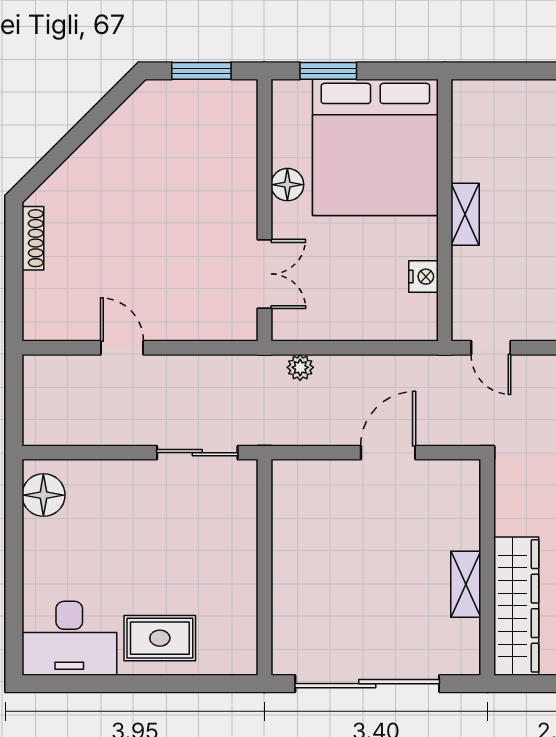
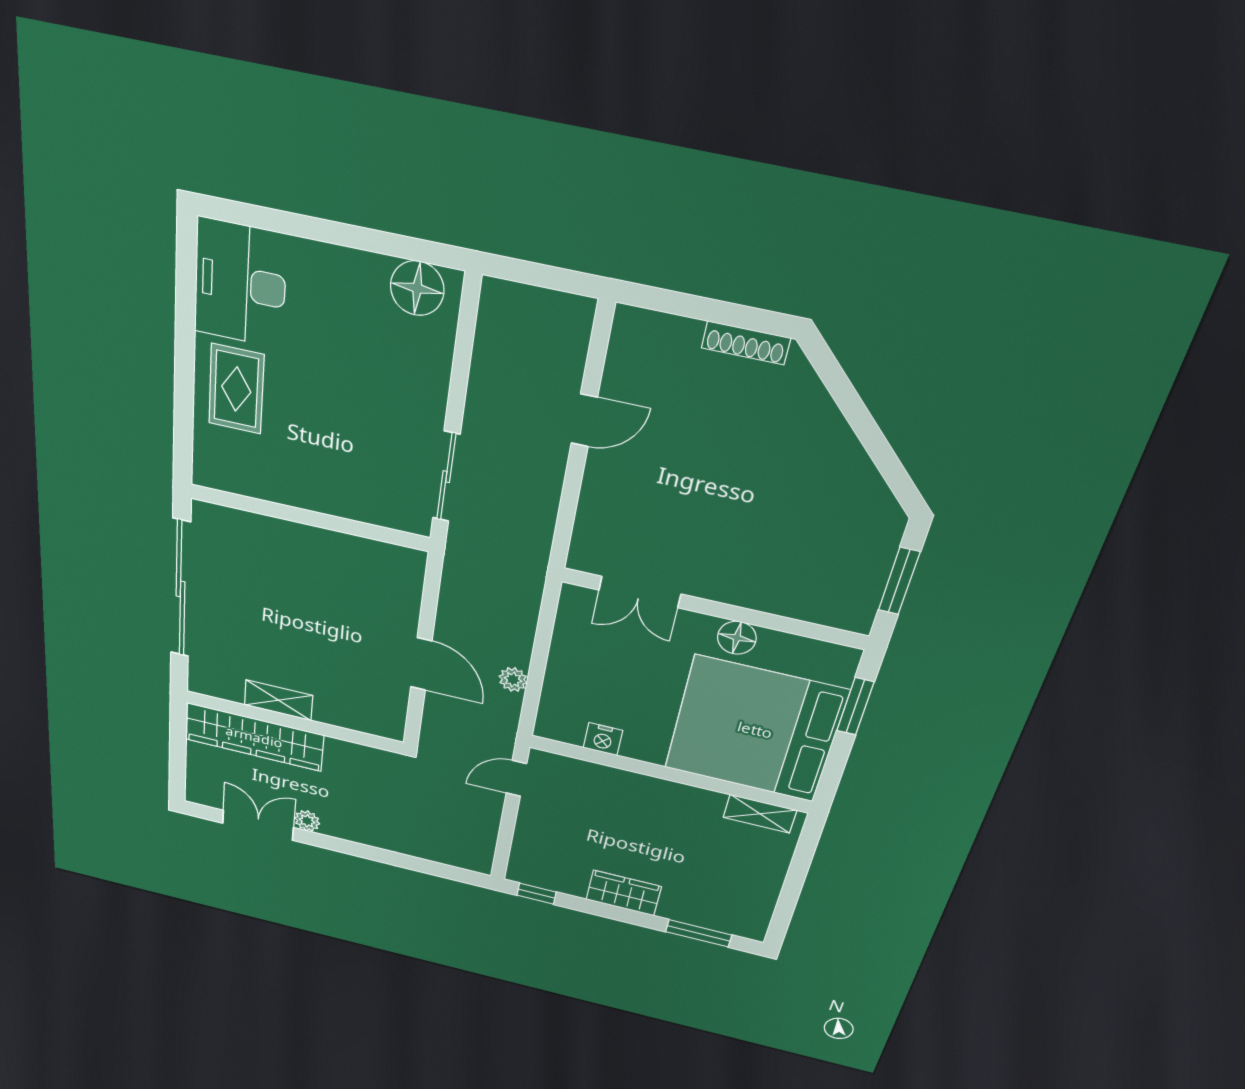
shelving: (465, 214) -> (760, 814), moved
plant: (300, 367) -> (513, 679), moved

